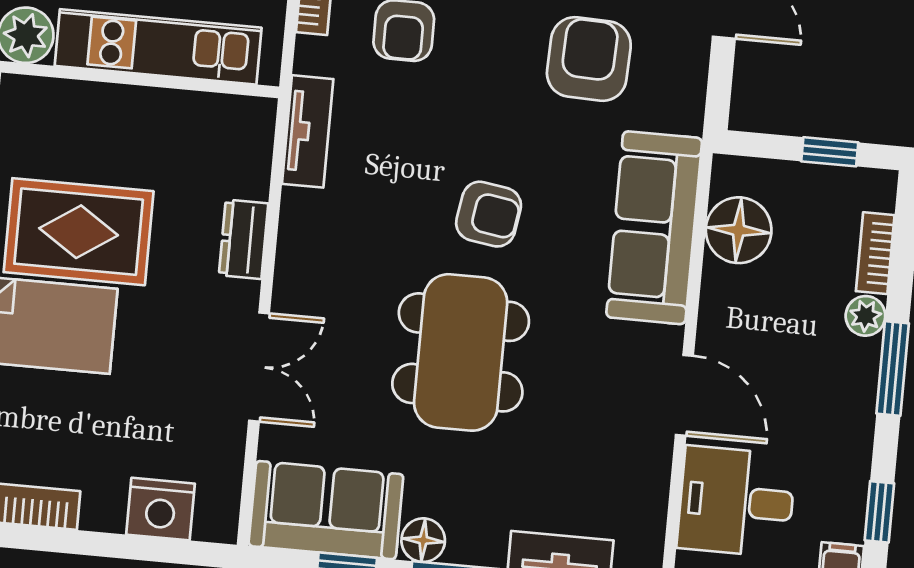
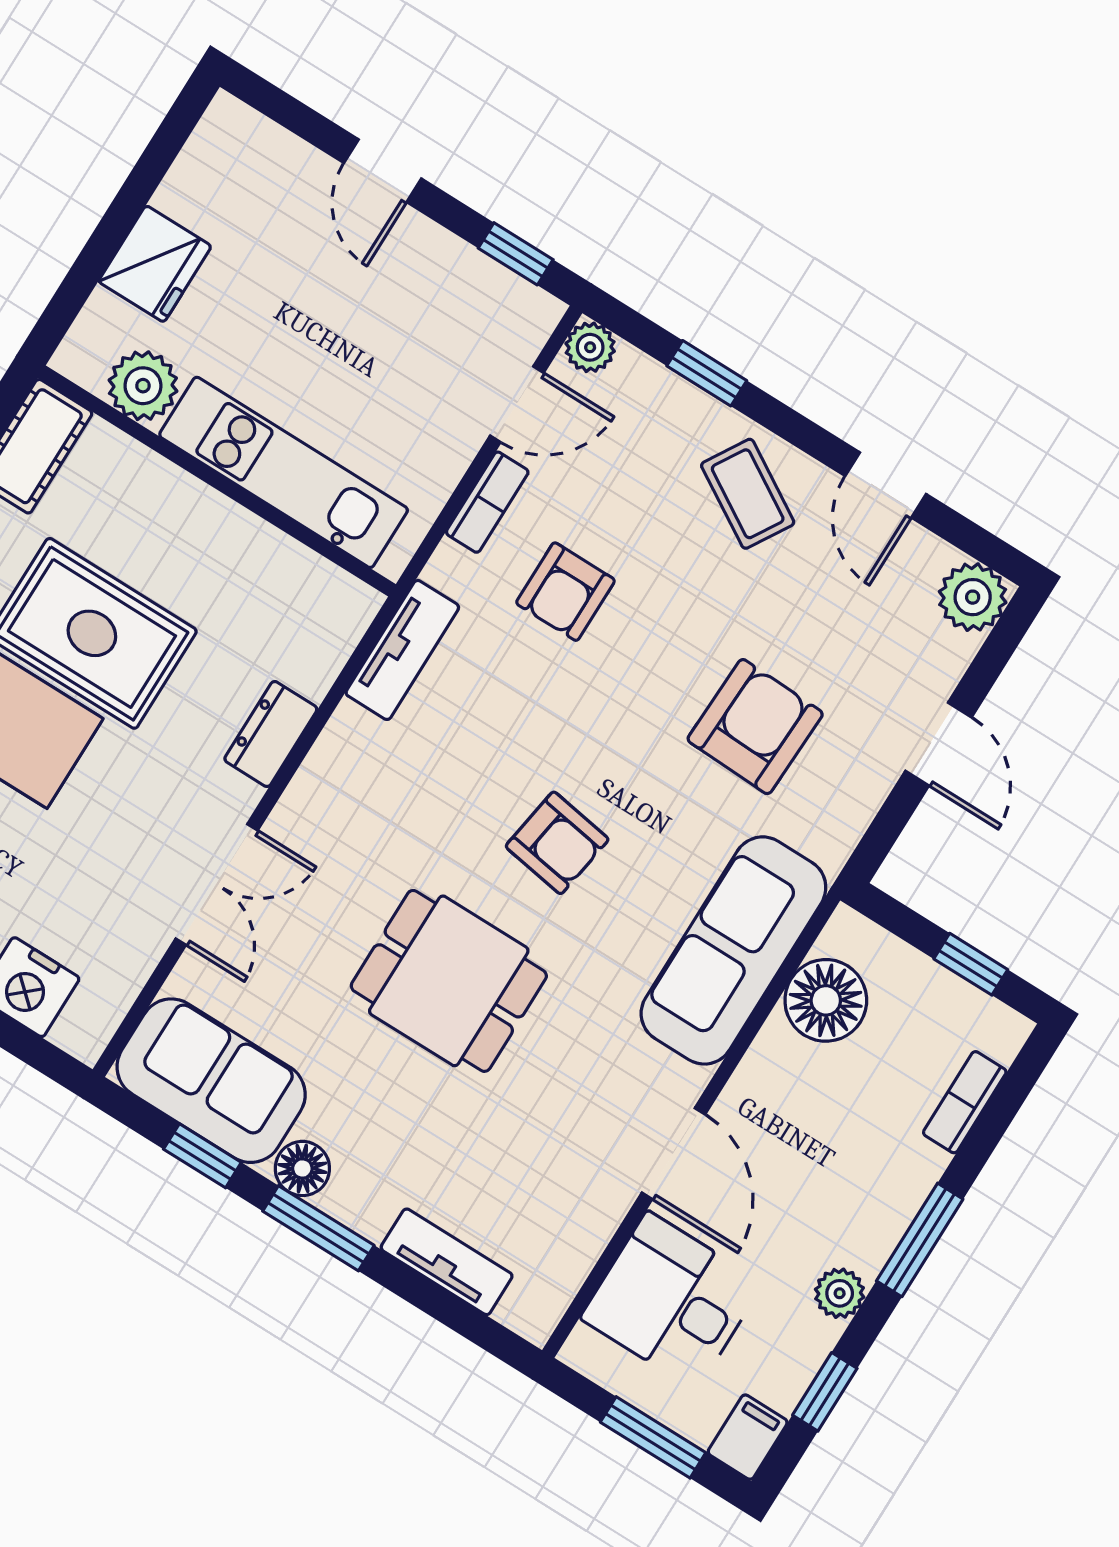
plant: (865, 316) -> (840, 1293), moved
dining table: (461, 352) -> (449, 981), width x0.73

